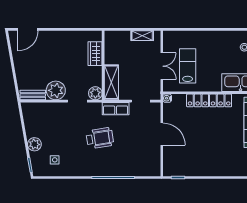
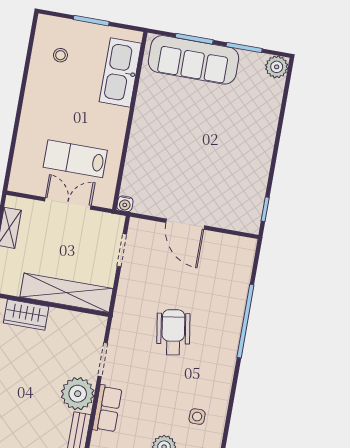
shelving: (111, 82) -> (66, 293), width x1.47
plant: (95, 93) -> (95, 326), removed
locker: (209, 100) -> (142, 132), removed
row of seats: (116, 109) -> (107, 409), moved
door: (162, 134) -> (185, 224), swing flipped

